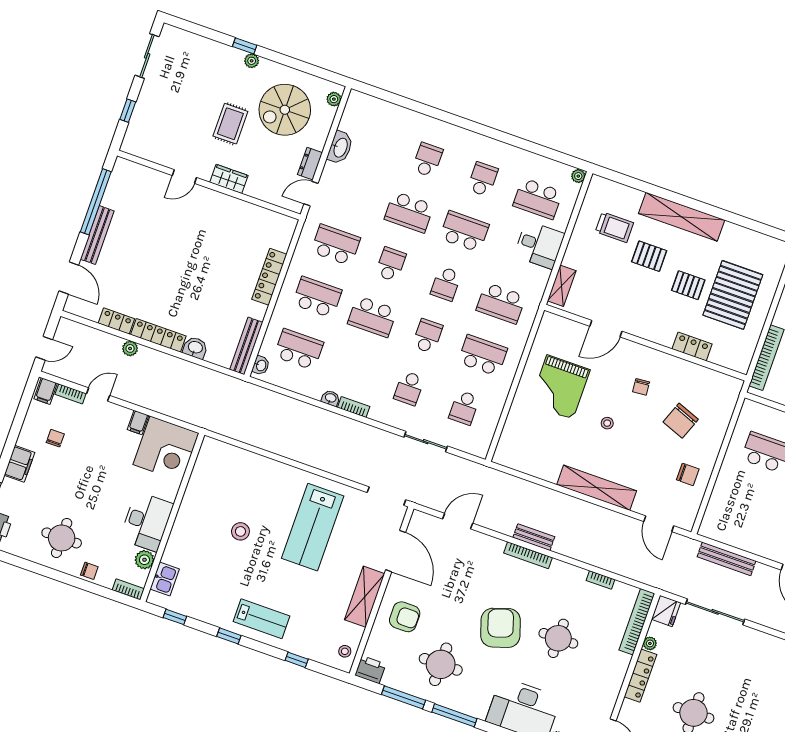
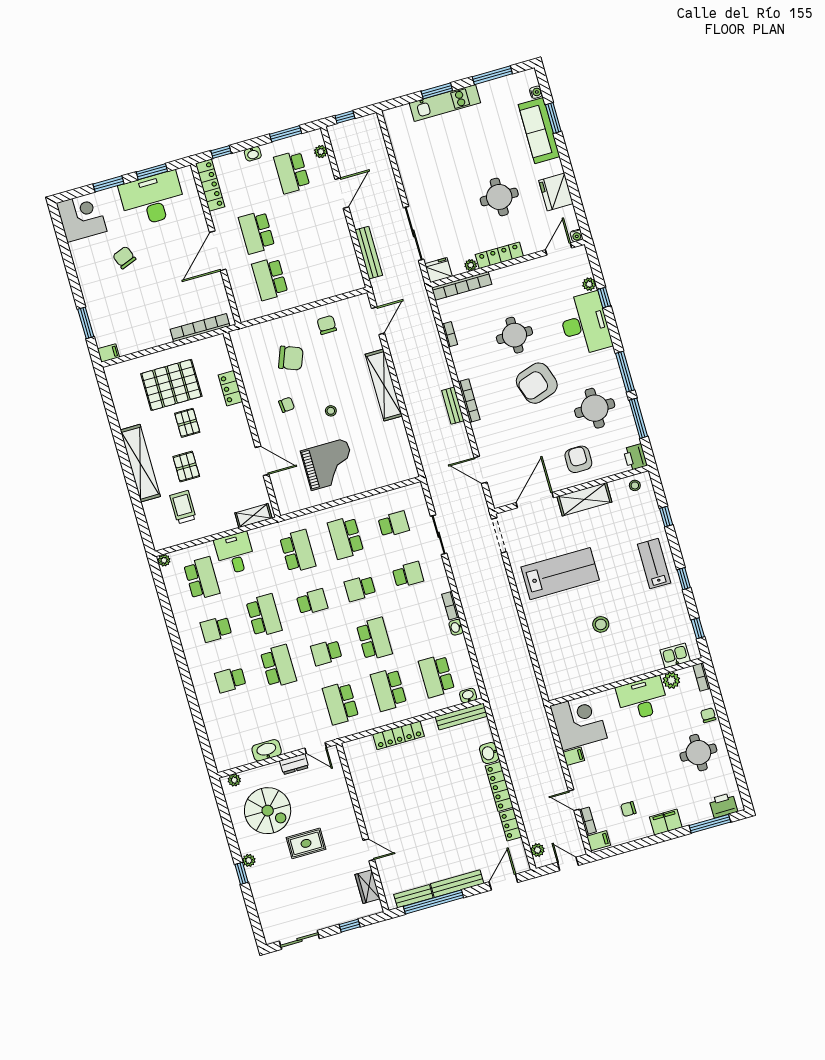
wardrobe: (229, 179) -> (368, 887), moved
bench: (114, 187) -> (413, 896), added
school desk: (464, 231) -> (264, 615), turned 180
plant: (130, 348) -> (537, 850), moved

